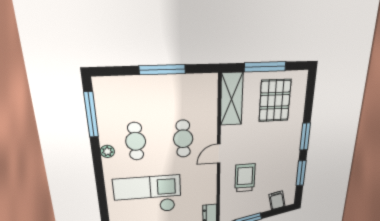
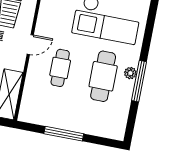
window: (91, 115) -> (139, 81), moved
cafe table: (136, 141) -> (103, 76), width x1.37, depth x1.35

